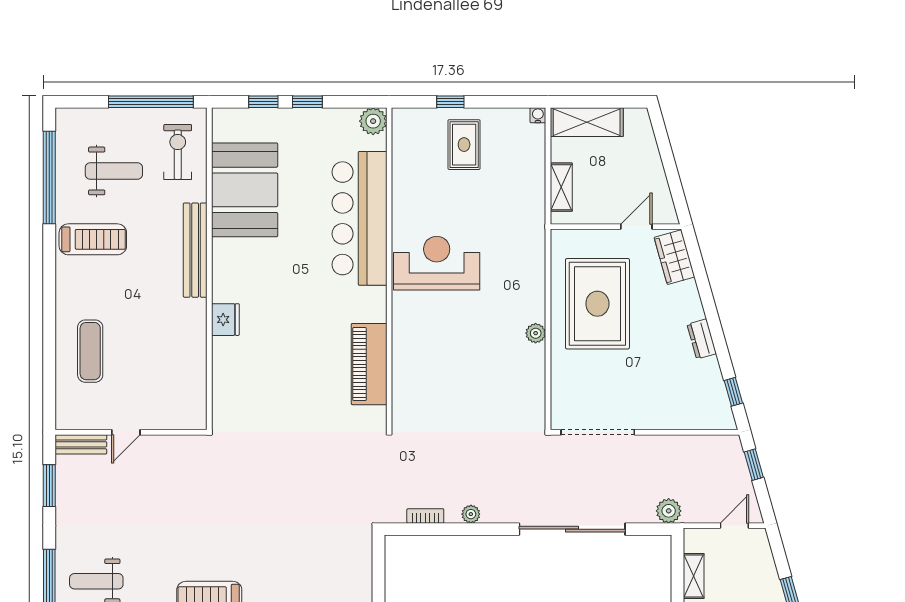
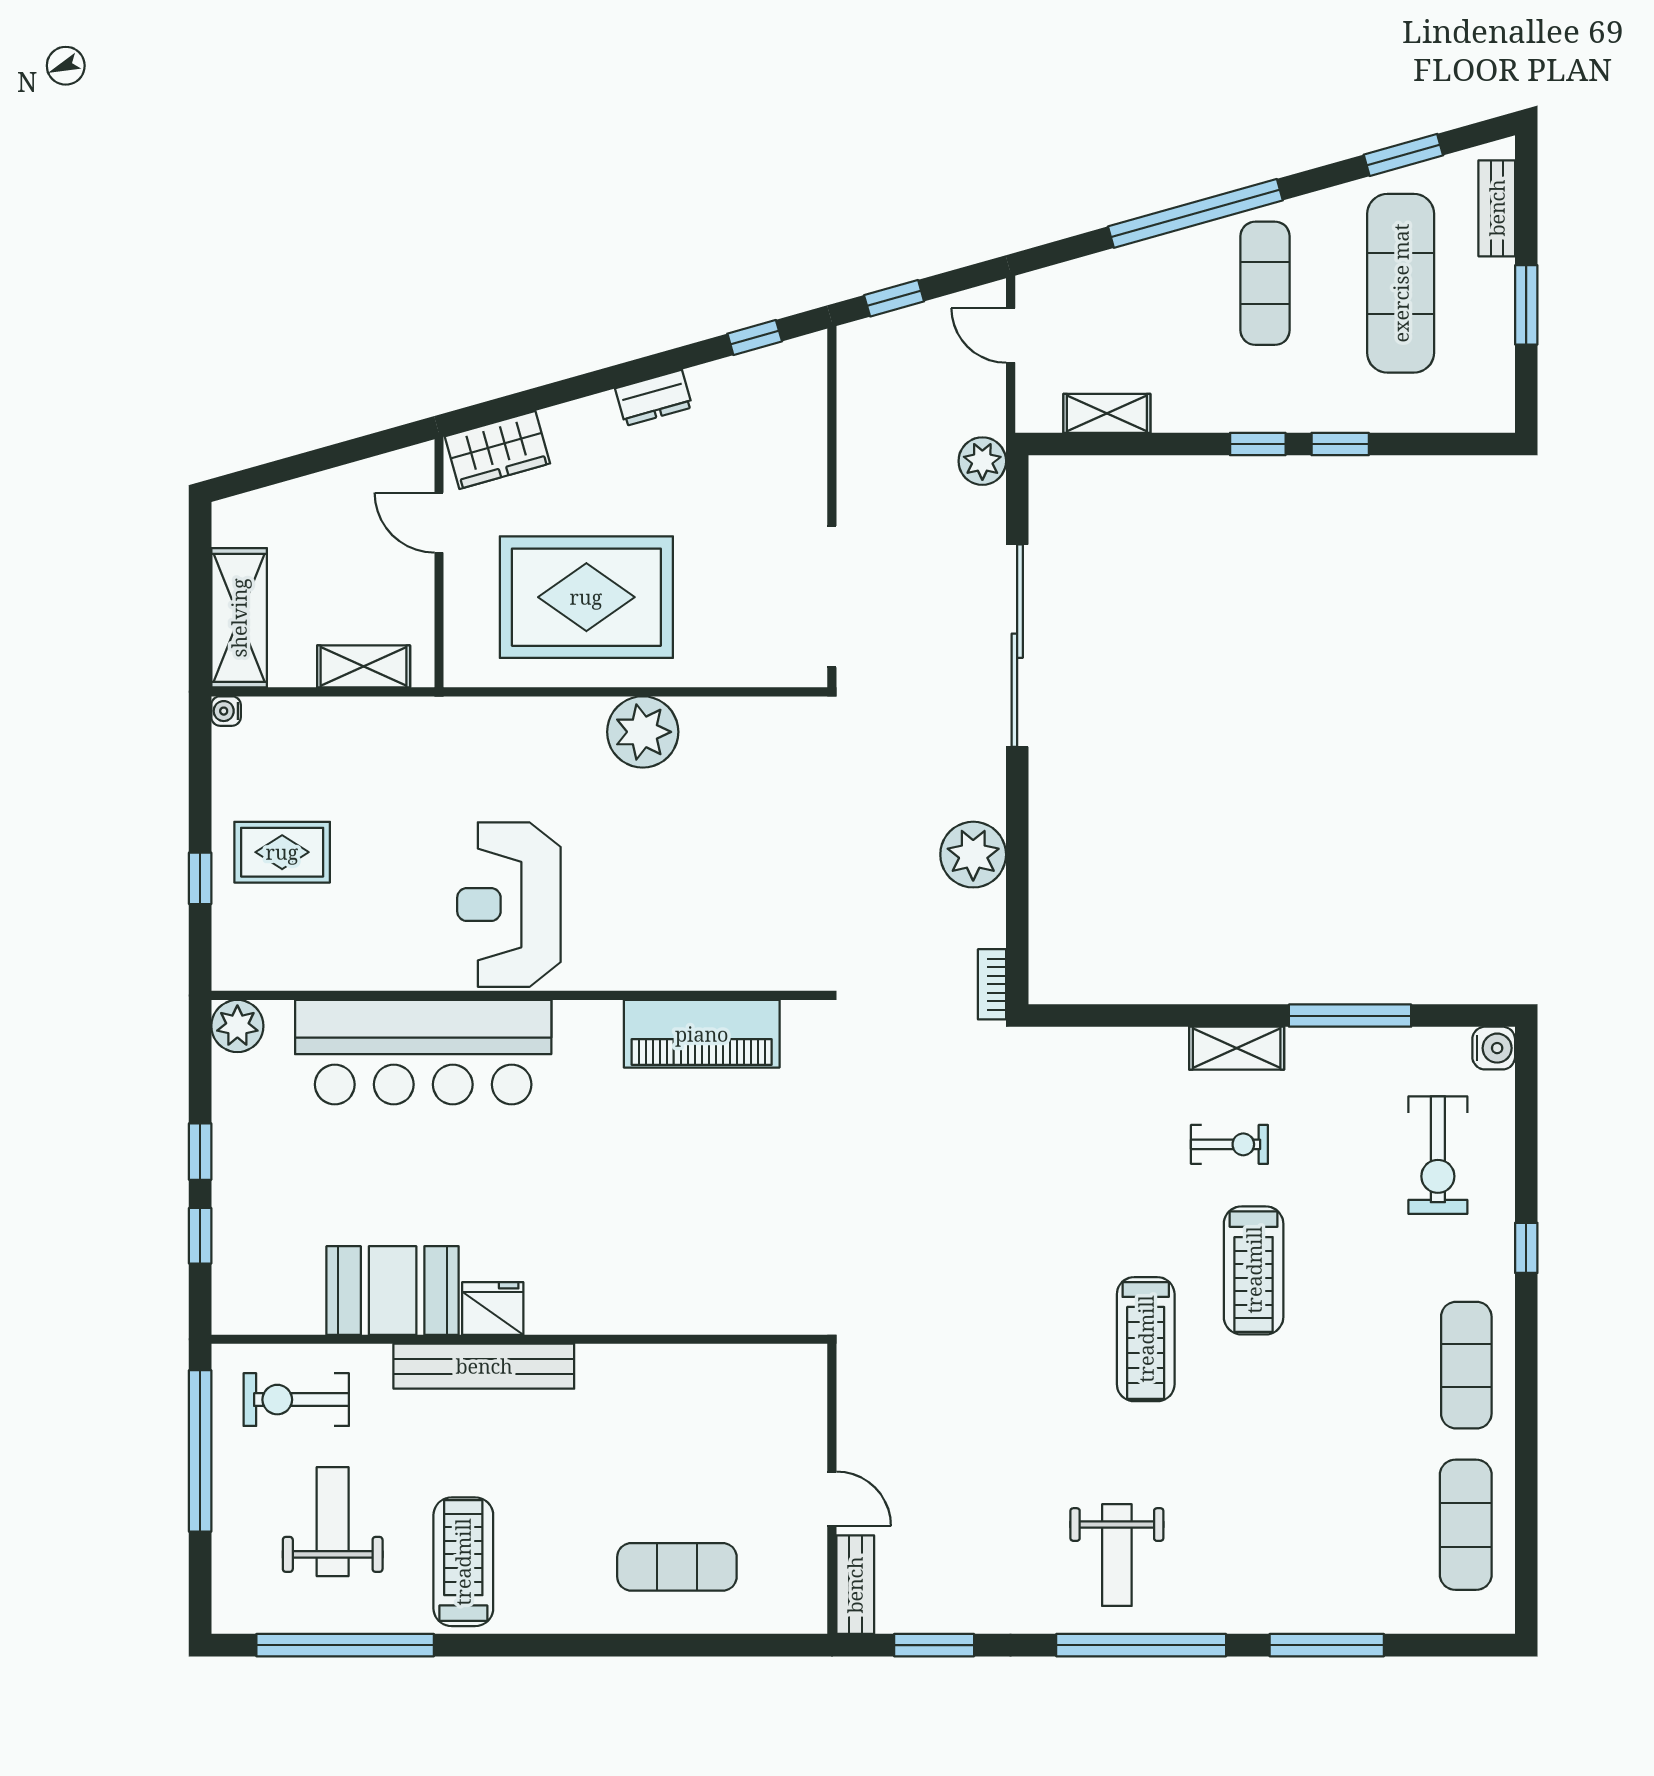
booth: (245, 190) -> (393, 1290), width x0.73, depth x0.70
fridge: (225, 320) -> (493, 1308), moved
plant: (536, 333) -> (643, 732), width x1.87, depth x1.87
plant: (471, 514) -> (973, 855), width x1.87, depth x1.87
bookcase: (425, 516) -> (992, 984), moved

